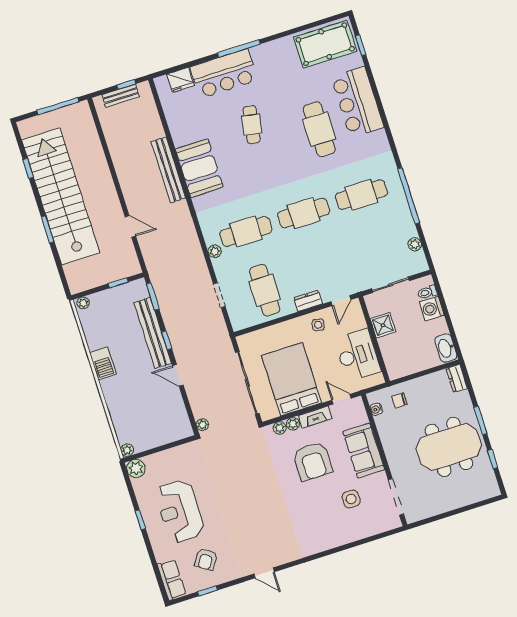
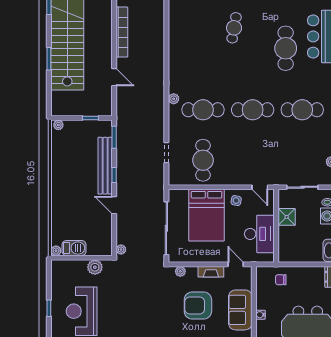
booth: (199, 168) -> (182, 49), removed
bench: (168, 170) -> (158, 42), removed
bookcase: (123, 171) -> (122, 32), added
plant: (215, 251) -> (174, 99), moved
dresser: (308, 301) -> (234, 179), removed
door: (341, 301) -> (260, 187), hinge flipped
barbecue: (103, 363) -> (74, 248), moved, turned -90
bed: (292, 379) -> (207, 215), moved, turned 180
water cooler: (376, 409) -> (260, 315), moved
plant: (293, 424) -> (192, 271), removed
armchair: (313, 461) -> (198, 305), turned 90
plant: (136, 468) -> (95, 267), moved

